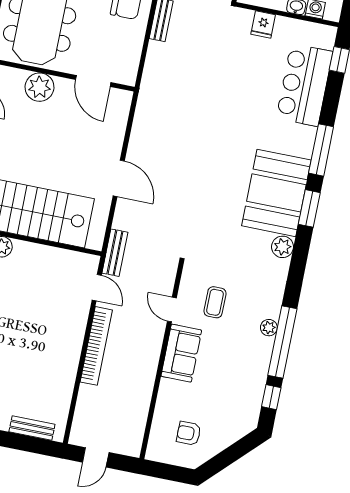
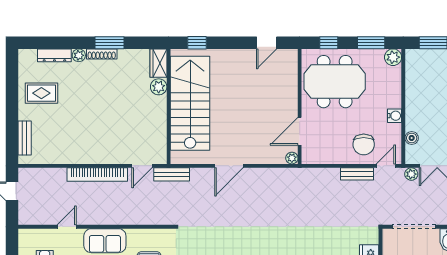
plant: (39, 87) -> (292, 158), moved, width x0.53, depth x0.53
door: (172, 310) -> (67, 227), moved

